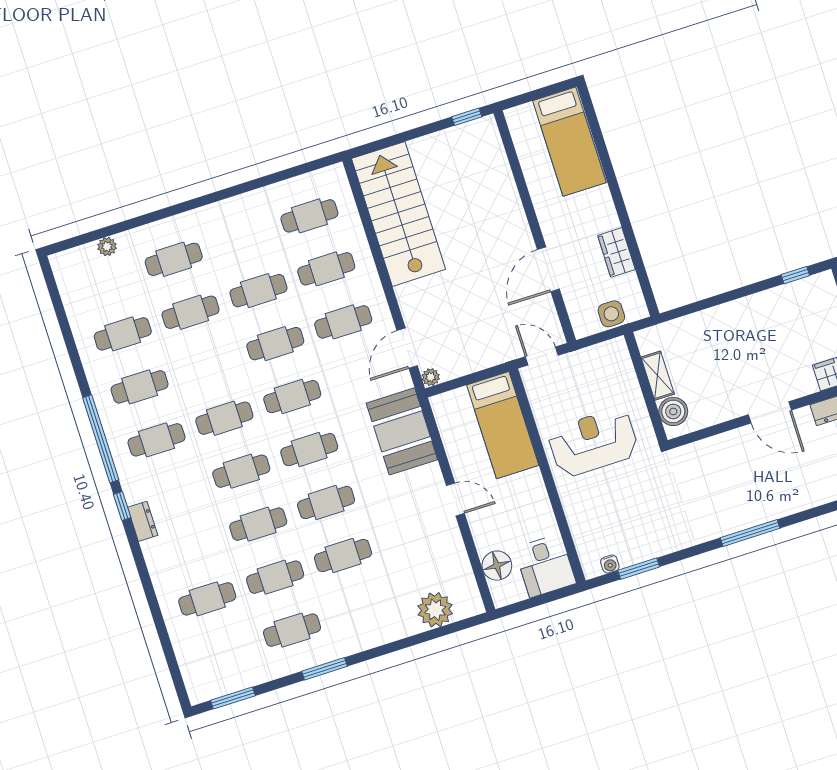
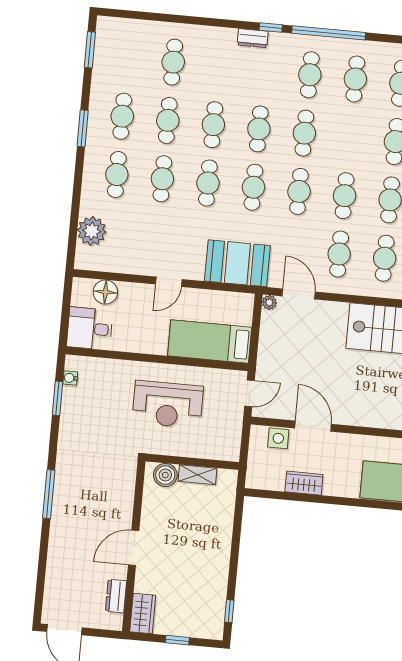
side table: (611, 314) -> (278, 438), moved
reception desk: (593, 442) -> (168, 404), turned 90
cafe table: (360, 608) -> (117, 175), added

